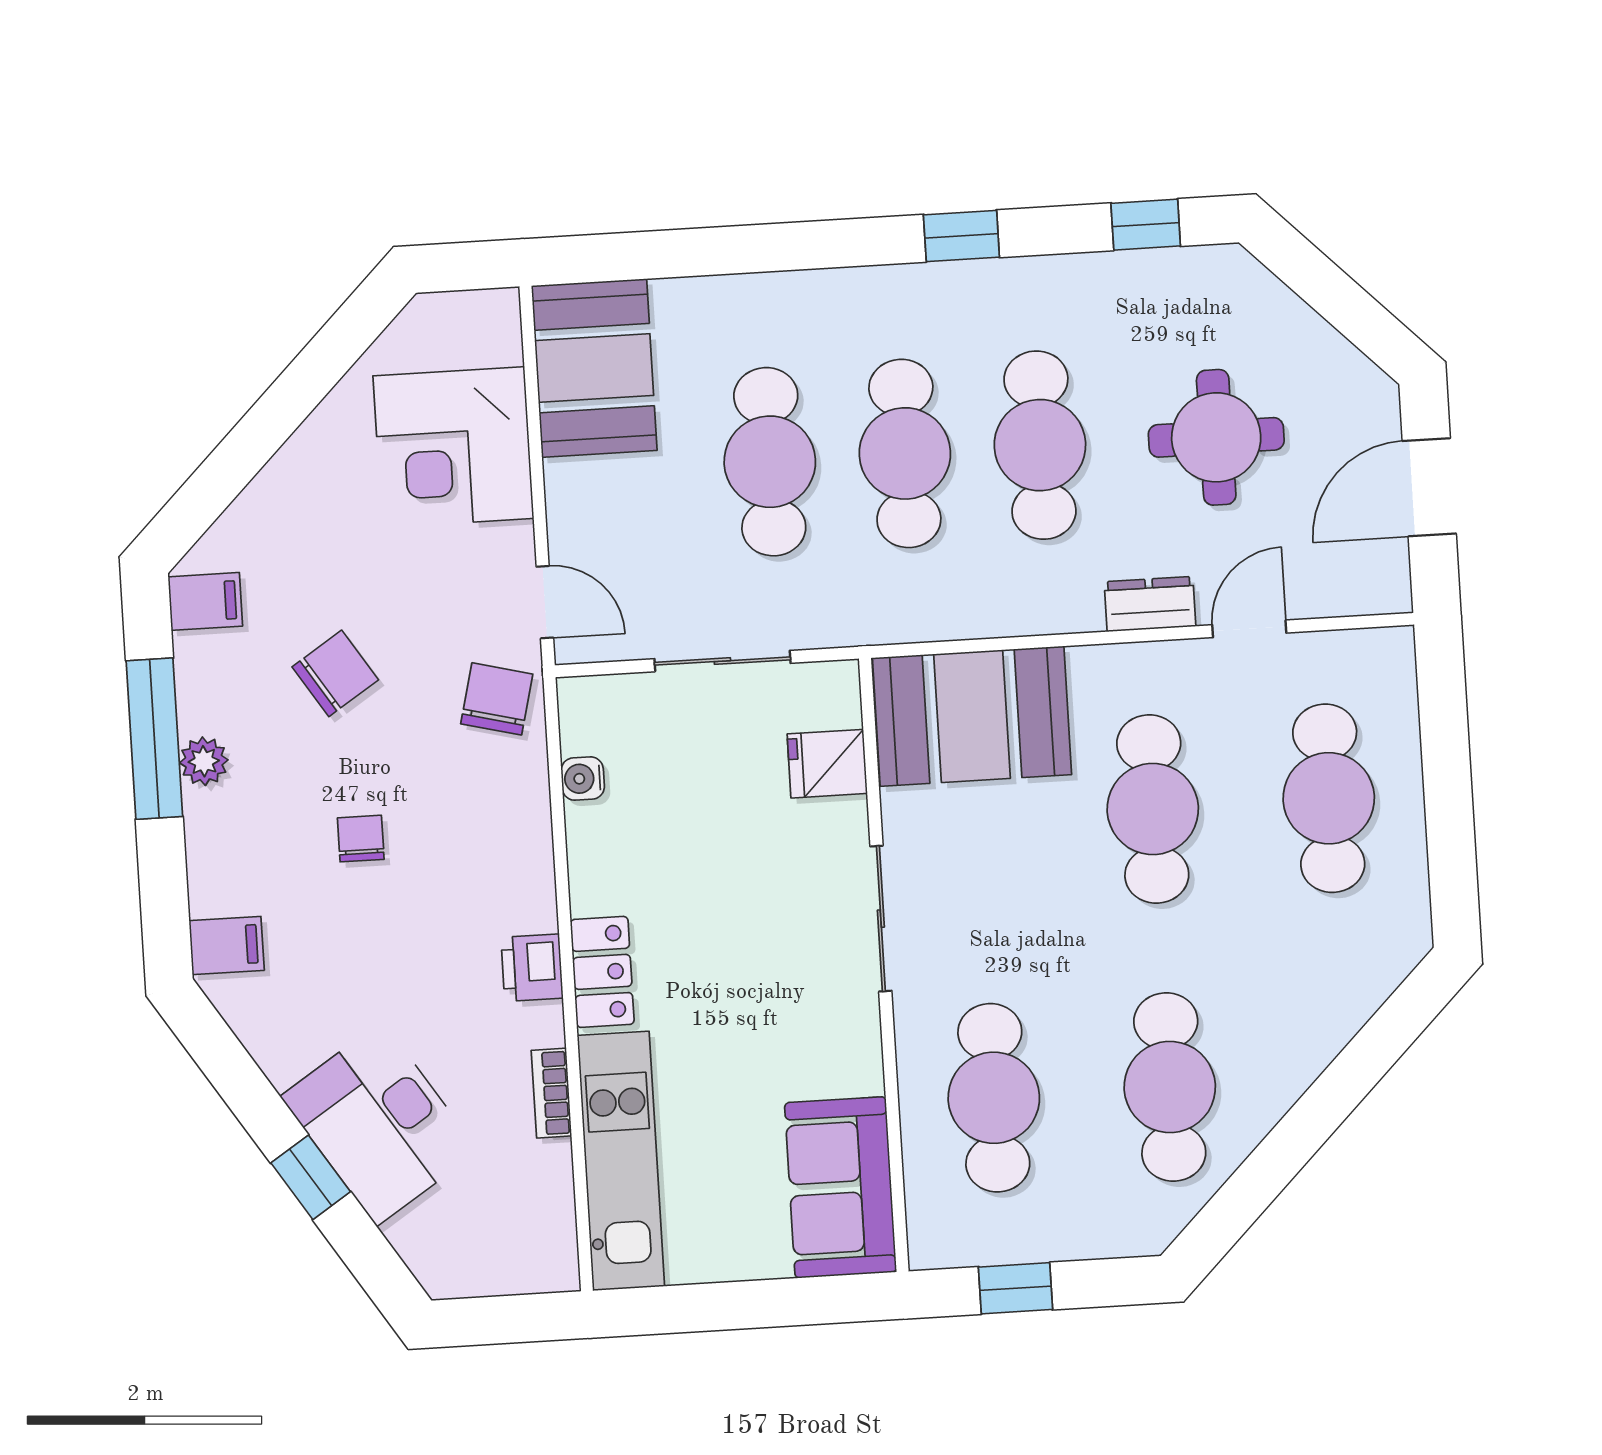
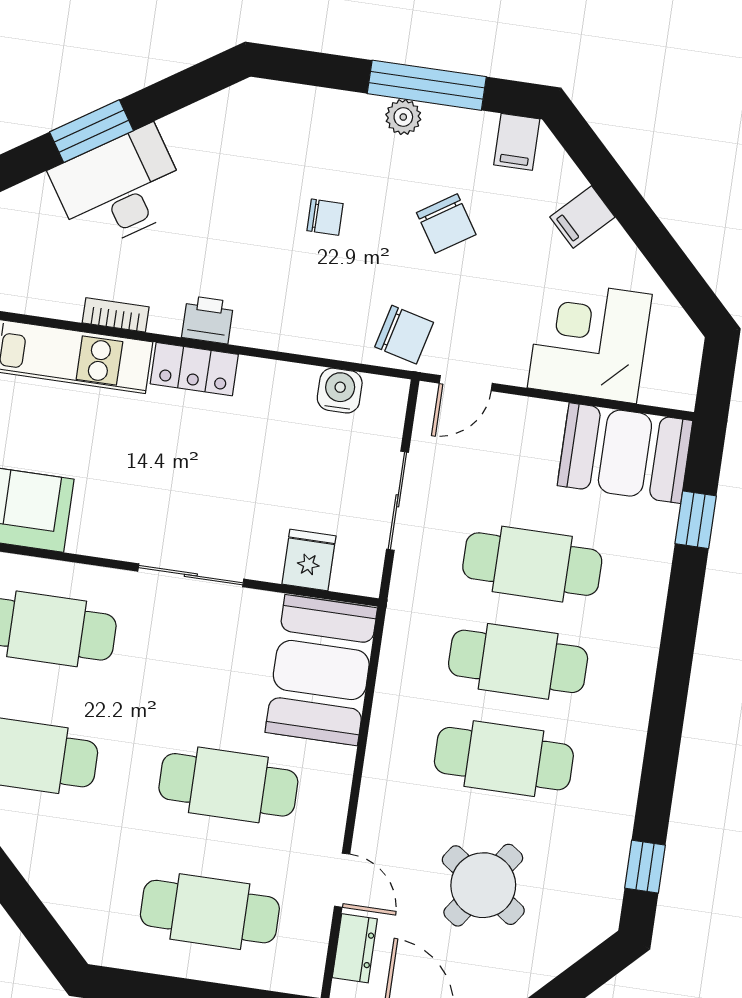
window: (961, 236) -> (696, 520), moved
round table: (1216, 437) -> (483, 885), turned 35
dresser: (1150, 604) -> (355, 948), moved
water cooler: (583, 779) -> (340, 391), width x1.38, depth x1.38
filing cabinet: (227, 946) -> (582, 217), moved, turned 45
window: (311, 1177) -> (91, 131), width x1.50

